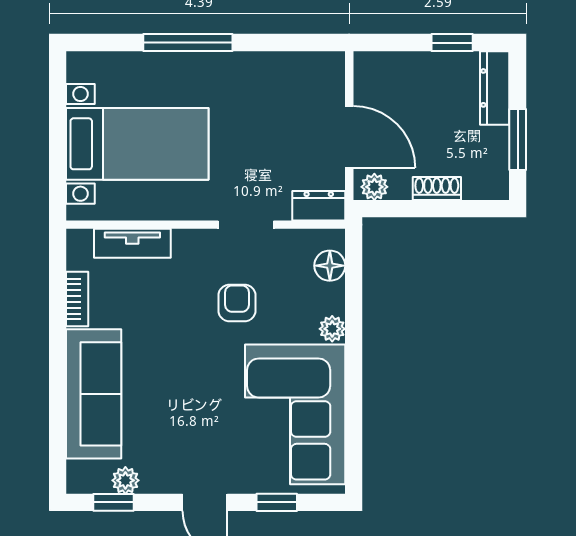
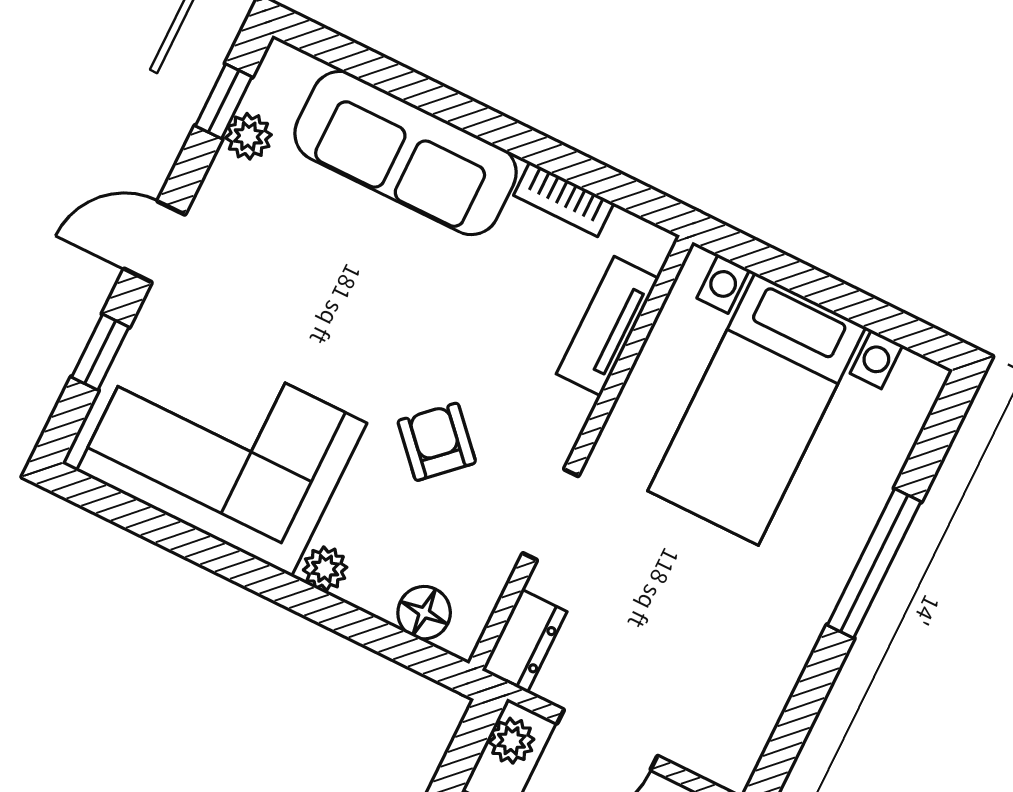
armchair: (237, 303) -> (437, 442), turned -133

